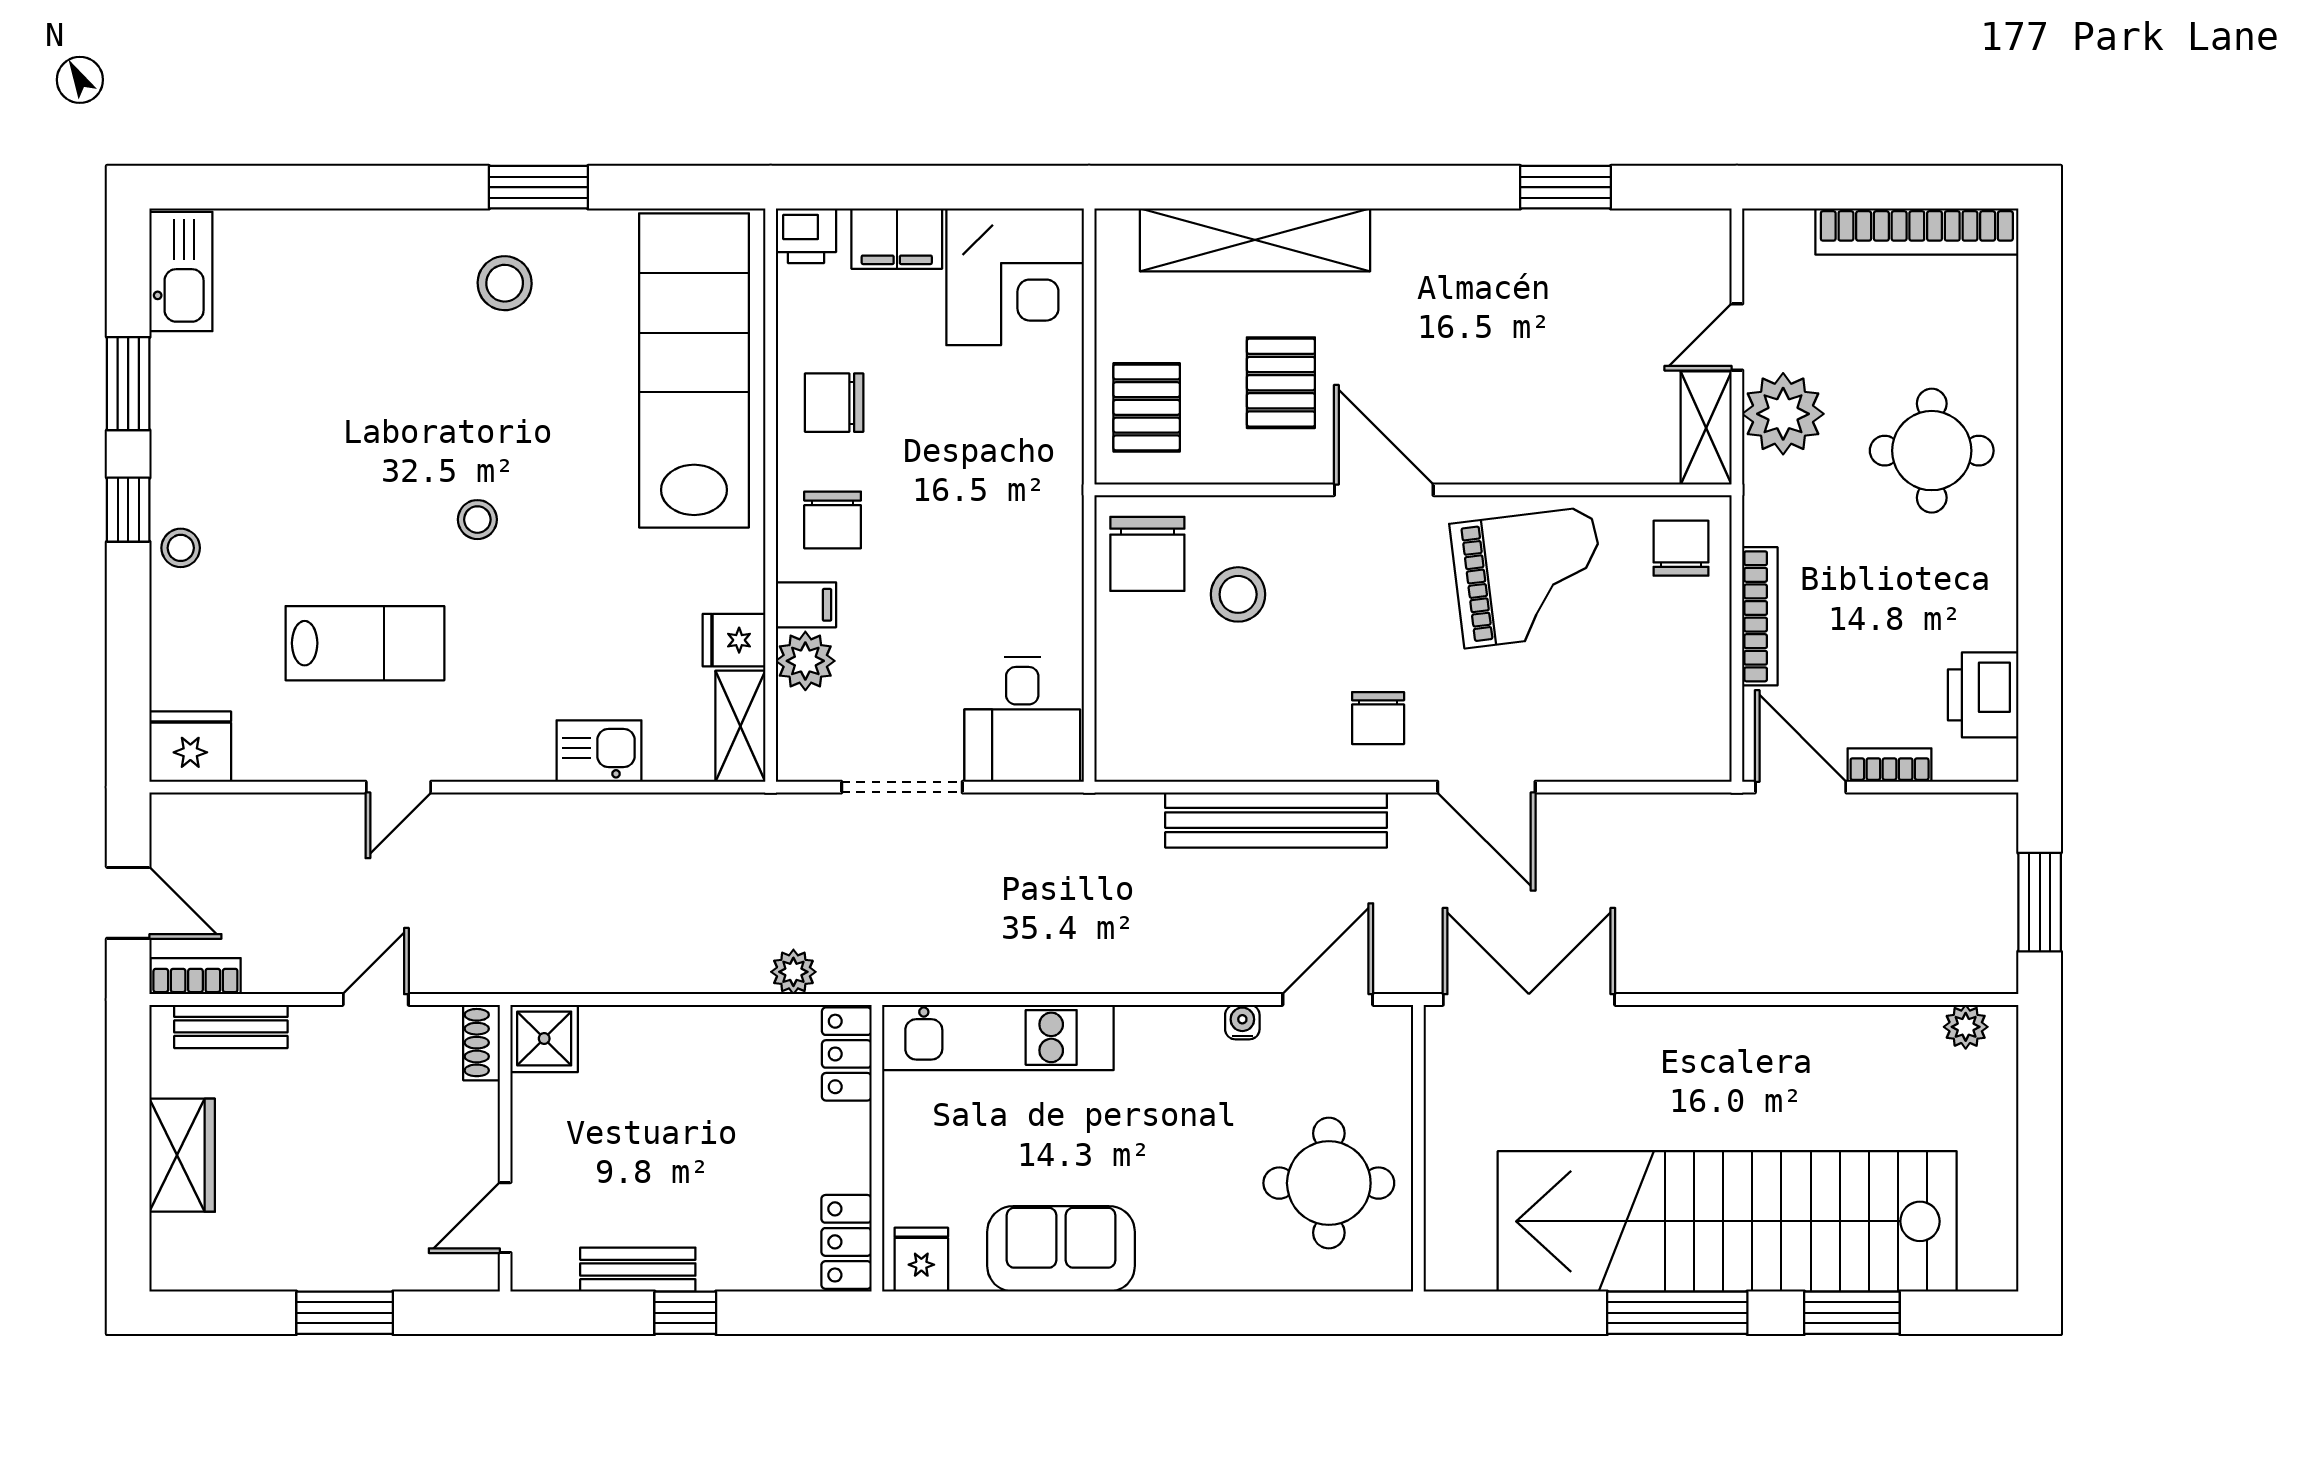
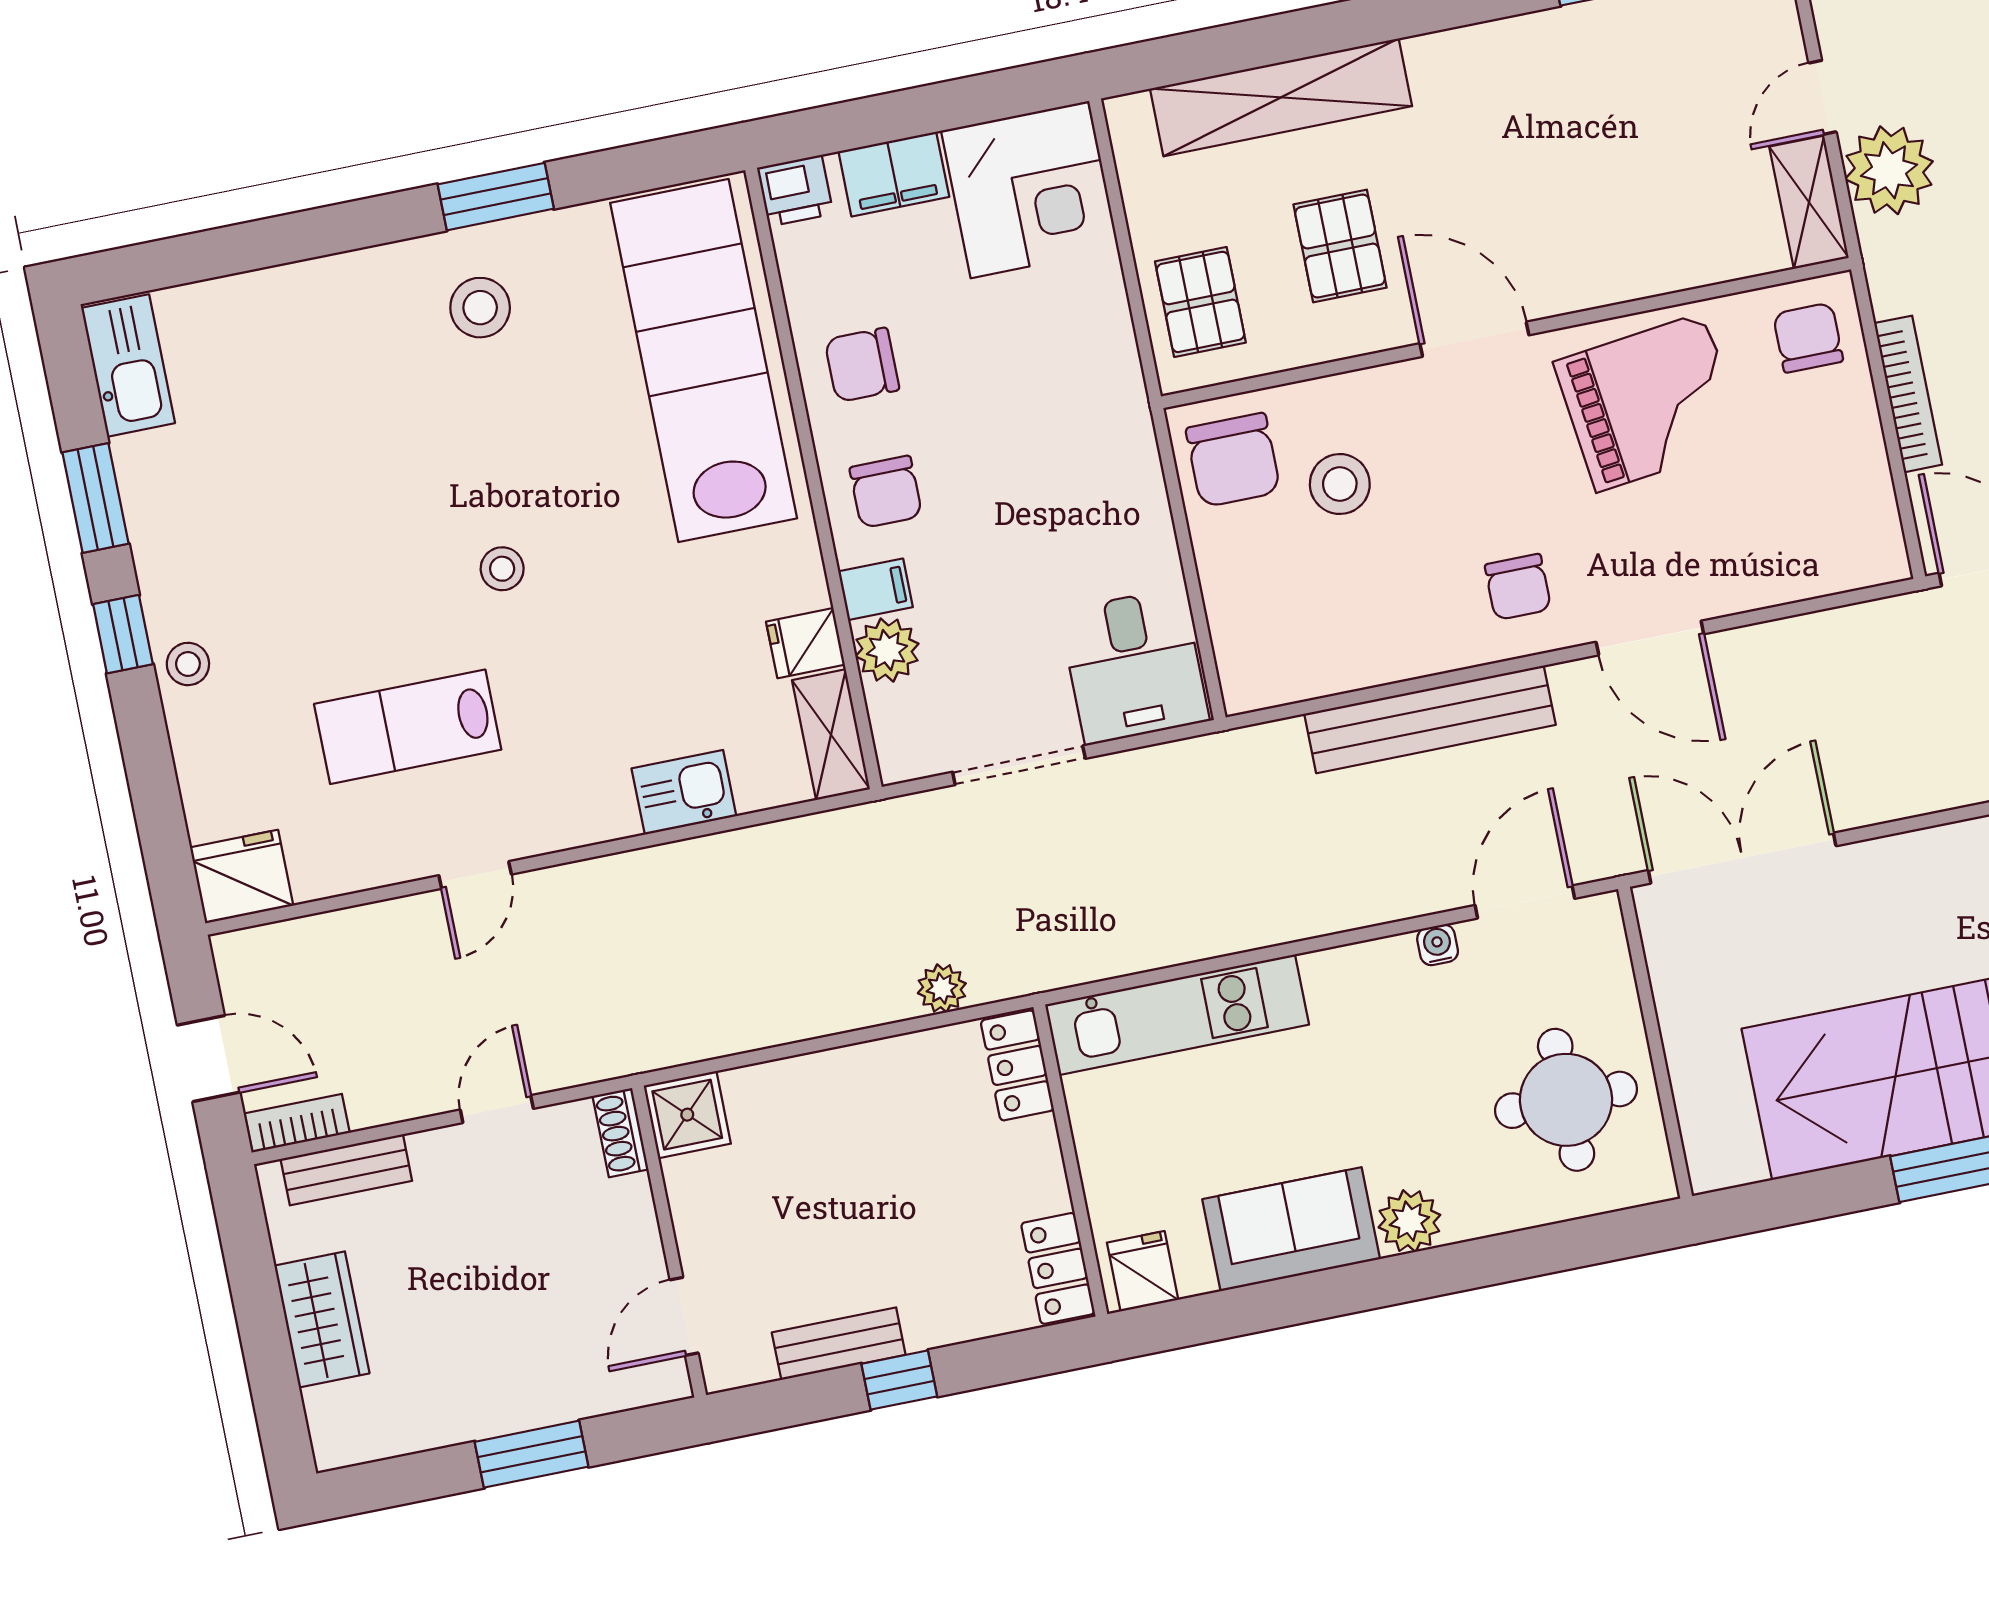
lab bench: (365, 643) -> (408, 727), turned 180
plant: (1168, 1263) -> (1409, 1221), added

